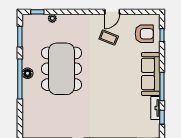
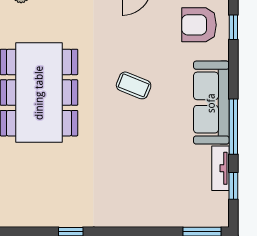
armchair: (144, 34) -> (199, 25), turned 180
coffee table: (109, 38) -> (134, 85), moved

